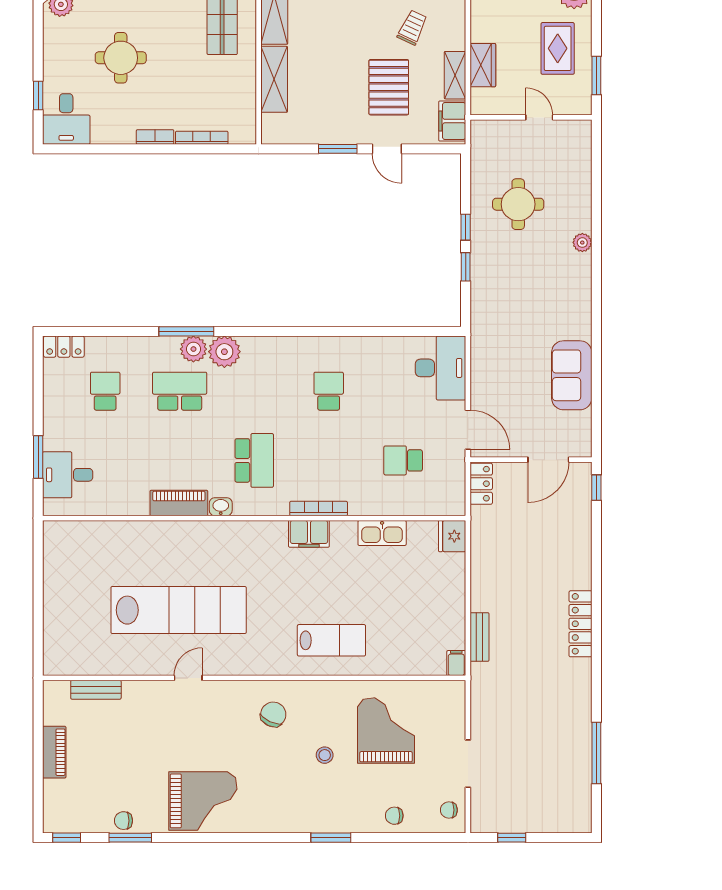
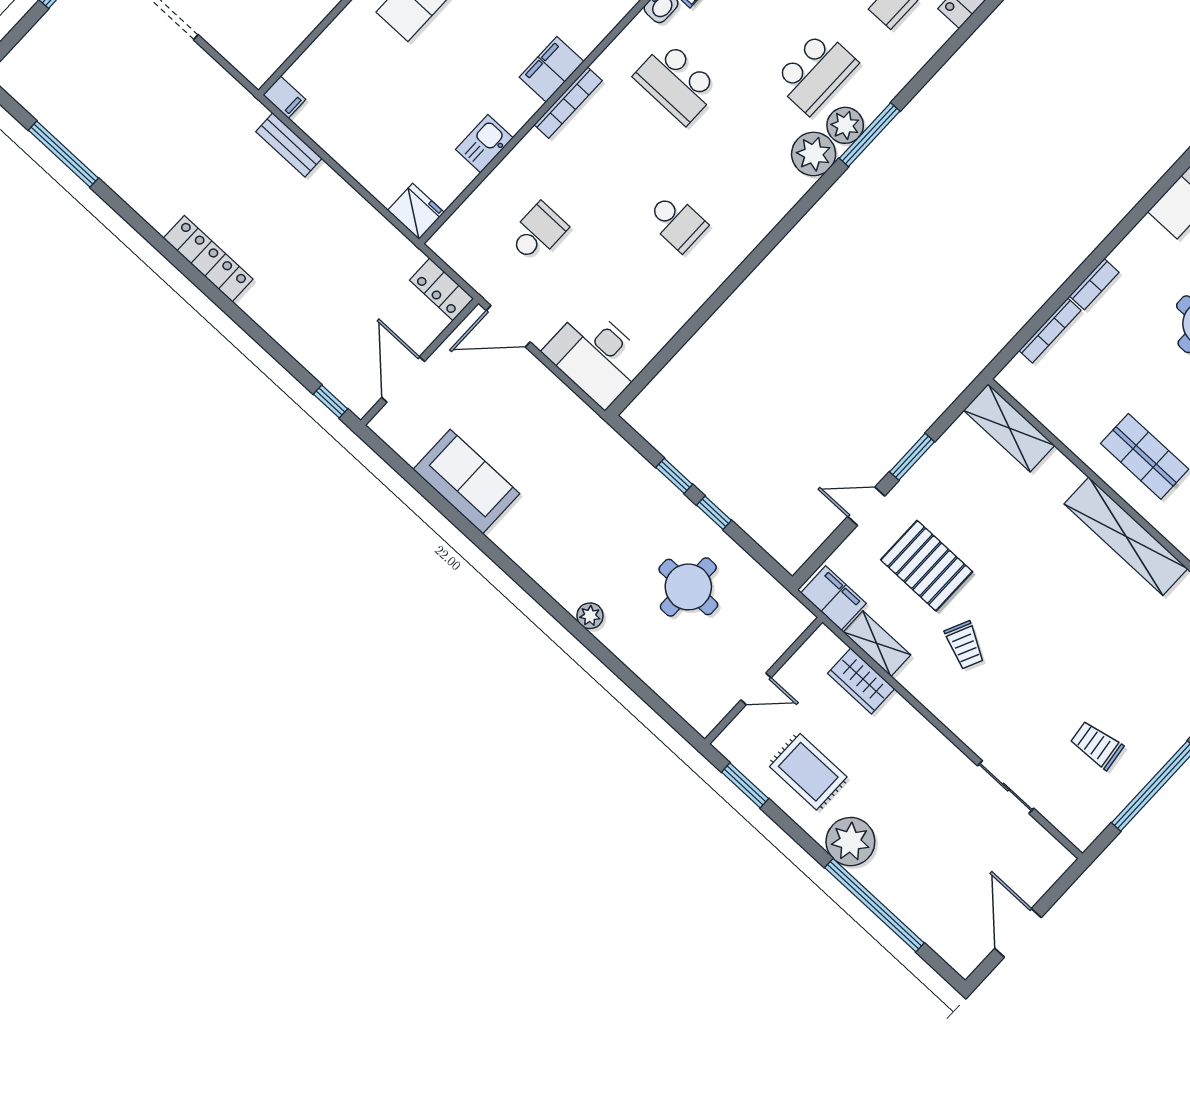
shelving: (274, 79) -> (1009, 428), moved
kitchen sink: (382, 533) -> (484, 144), width x0.73

